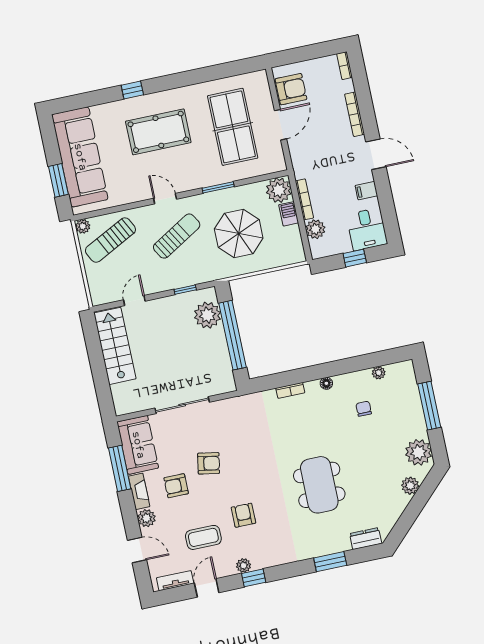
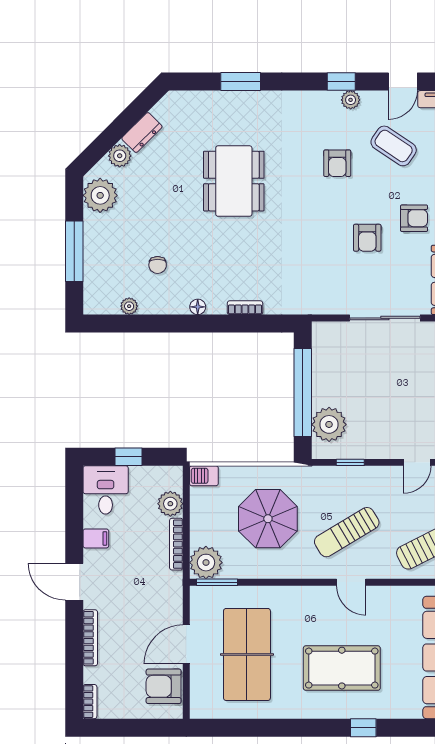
window: (218, 187) -> (217, 582), moved
barbecue: (289, 214) -> (204, 476), moved, turned 90
armchair: (209, 463) -> (367, 238), turned -100
coffee table: (203, 537) -> (394, 146), turned 34
dresser: (366, 539) -> (142, 133), moved, turned -45

